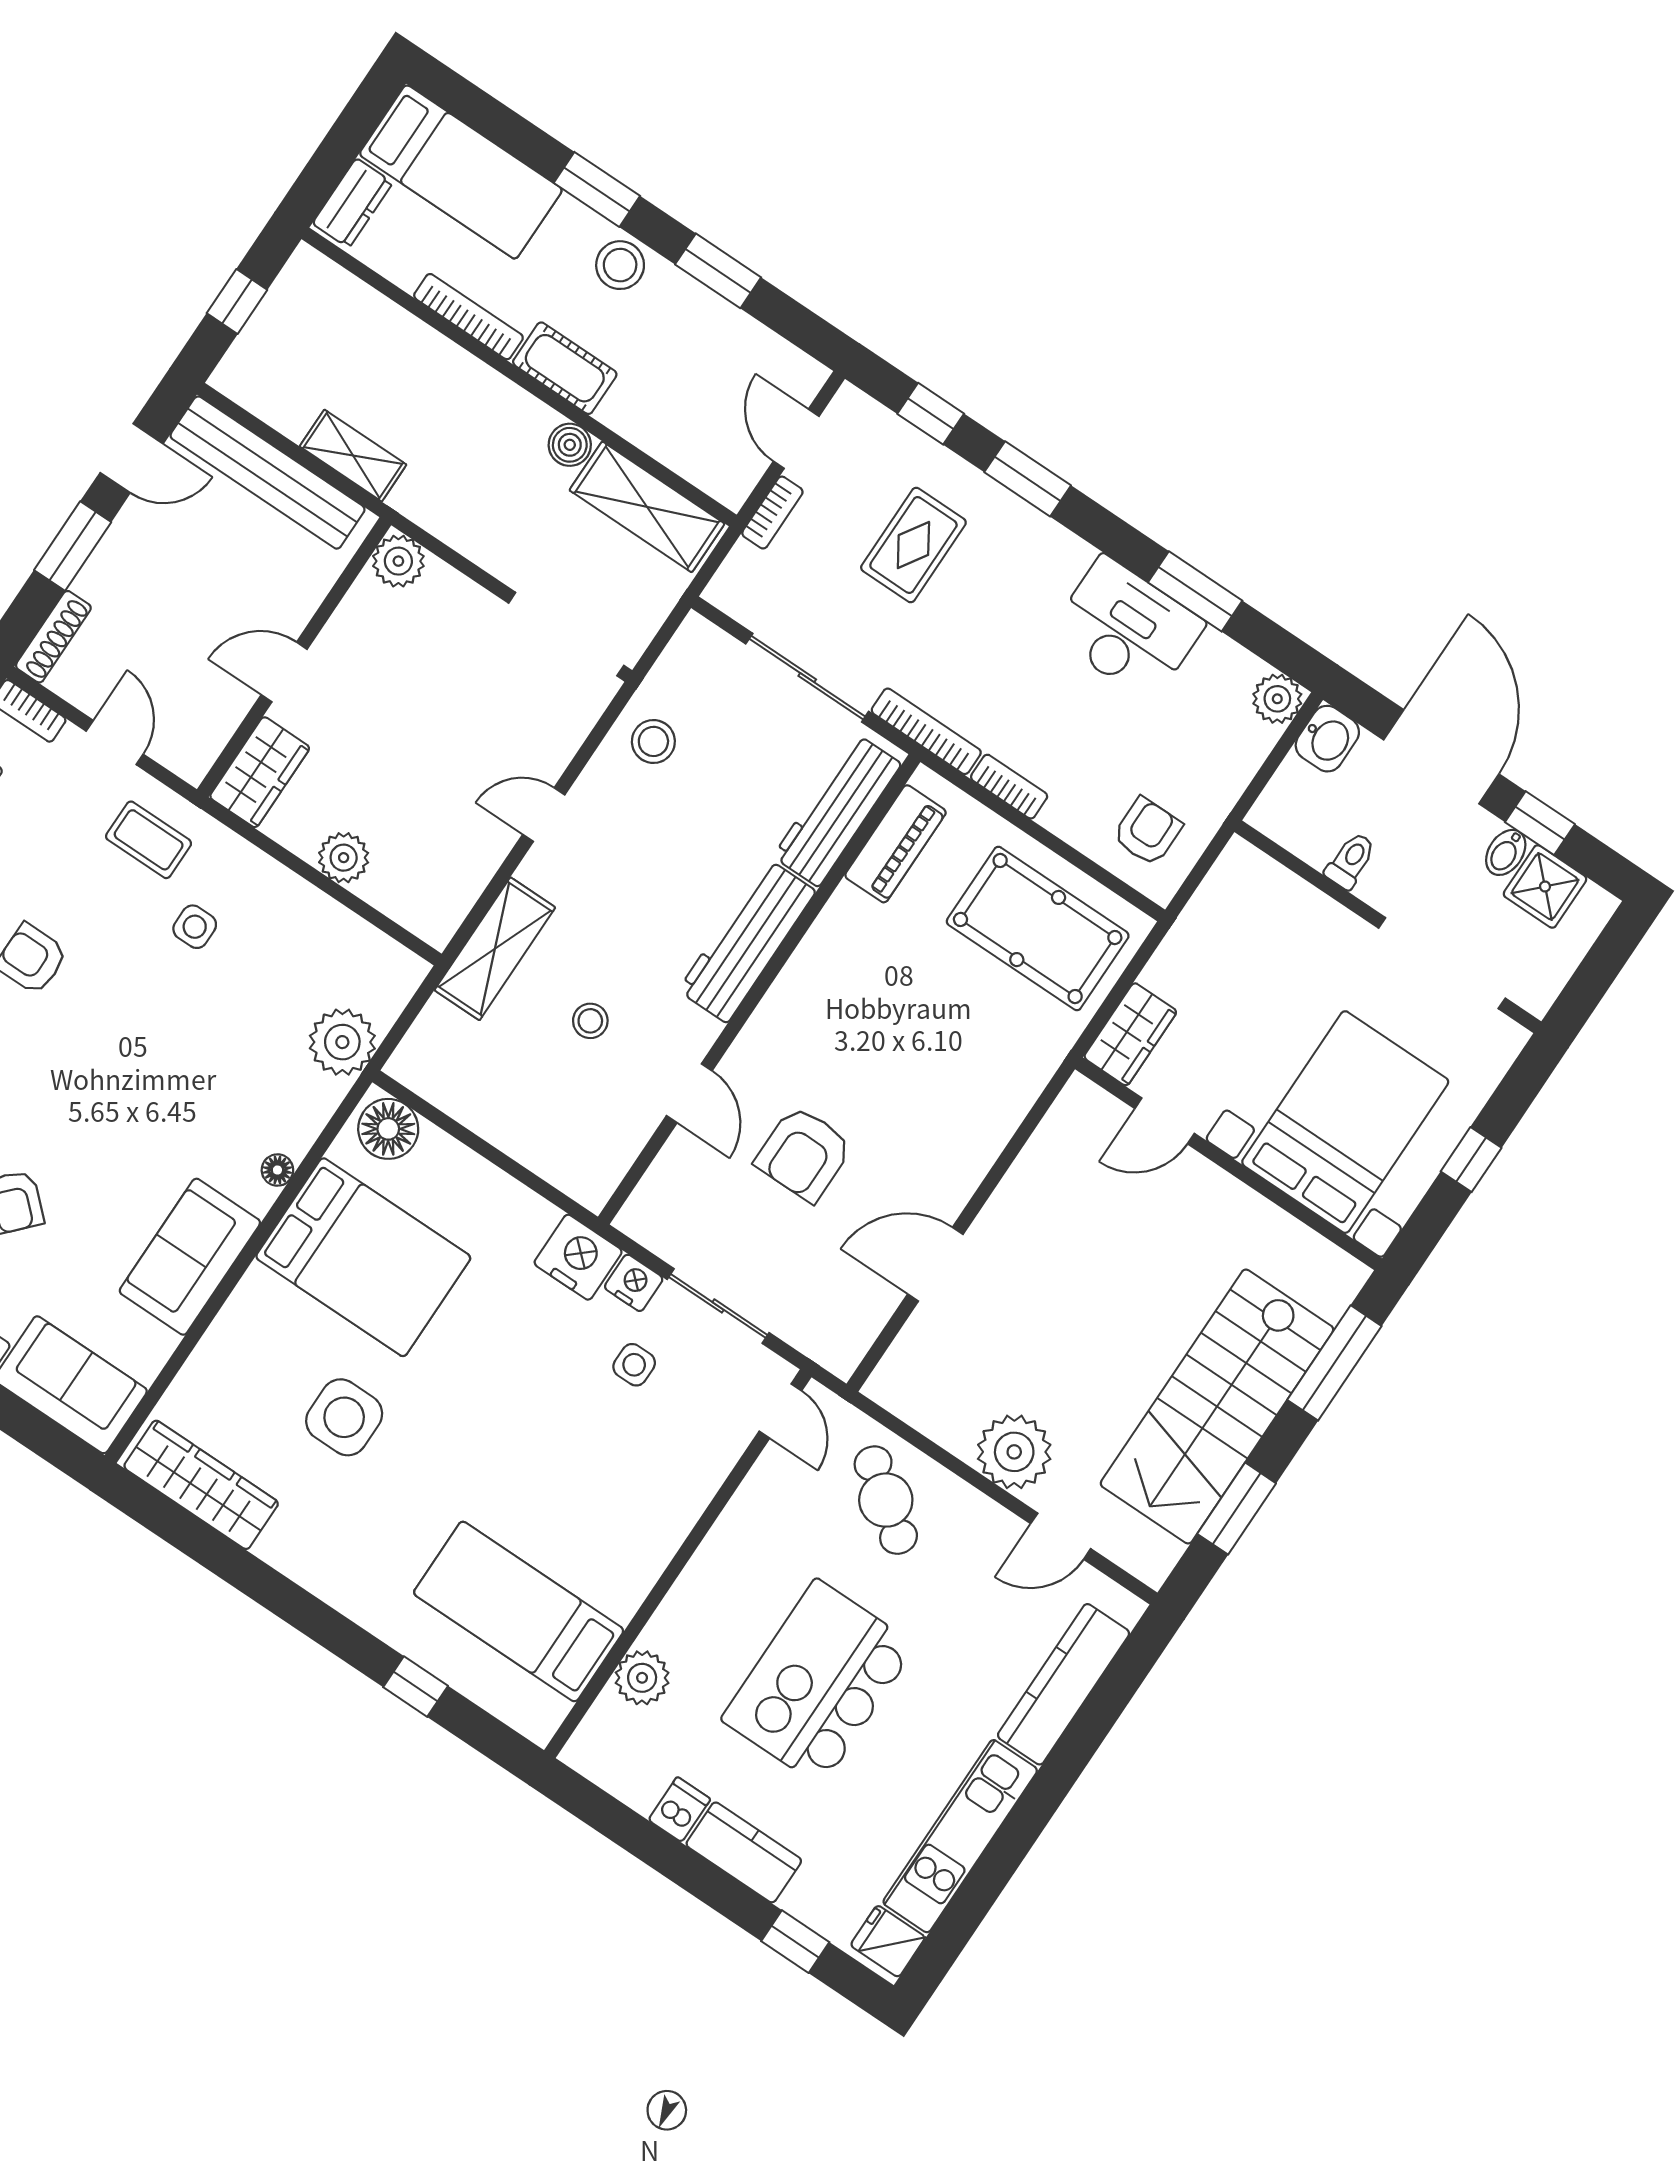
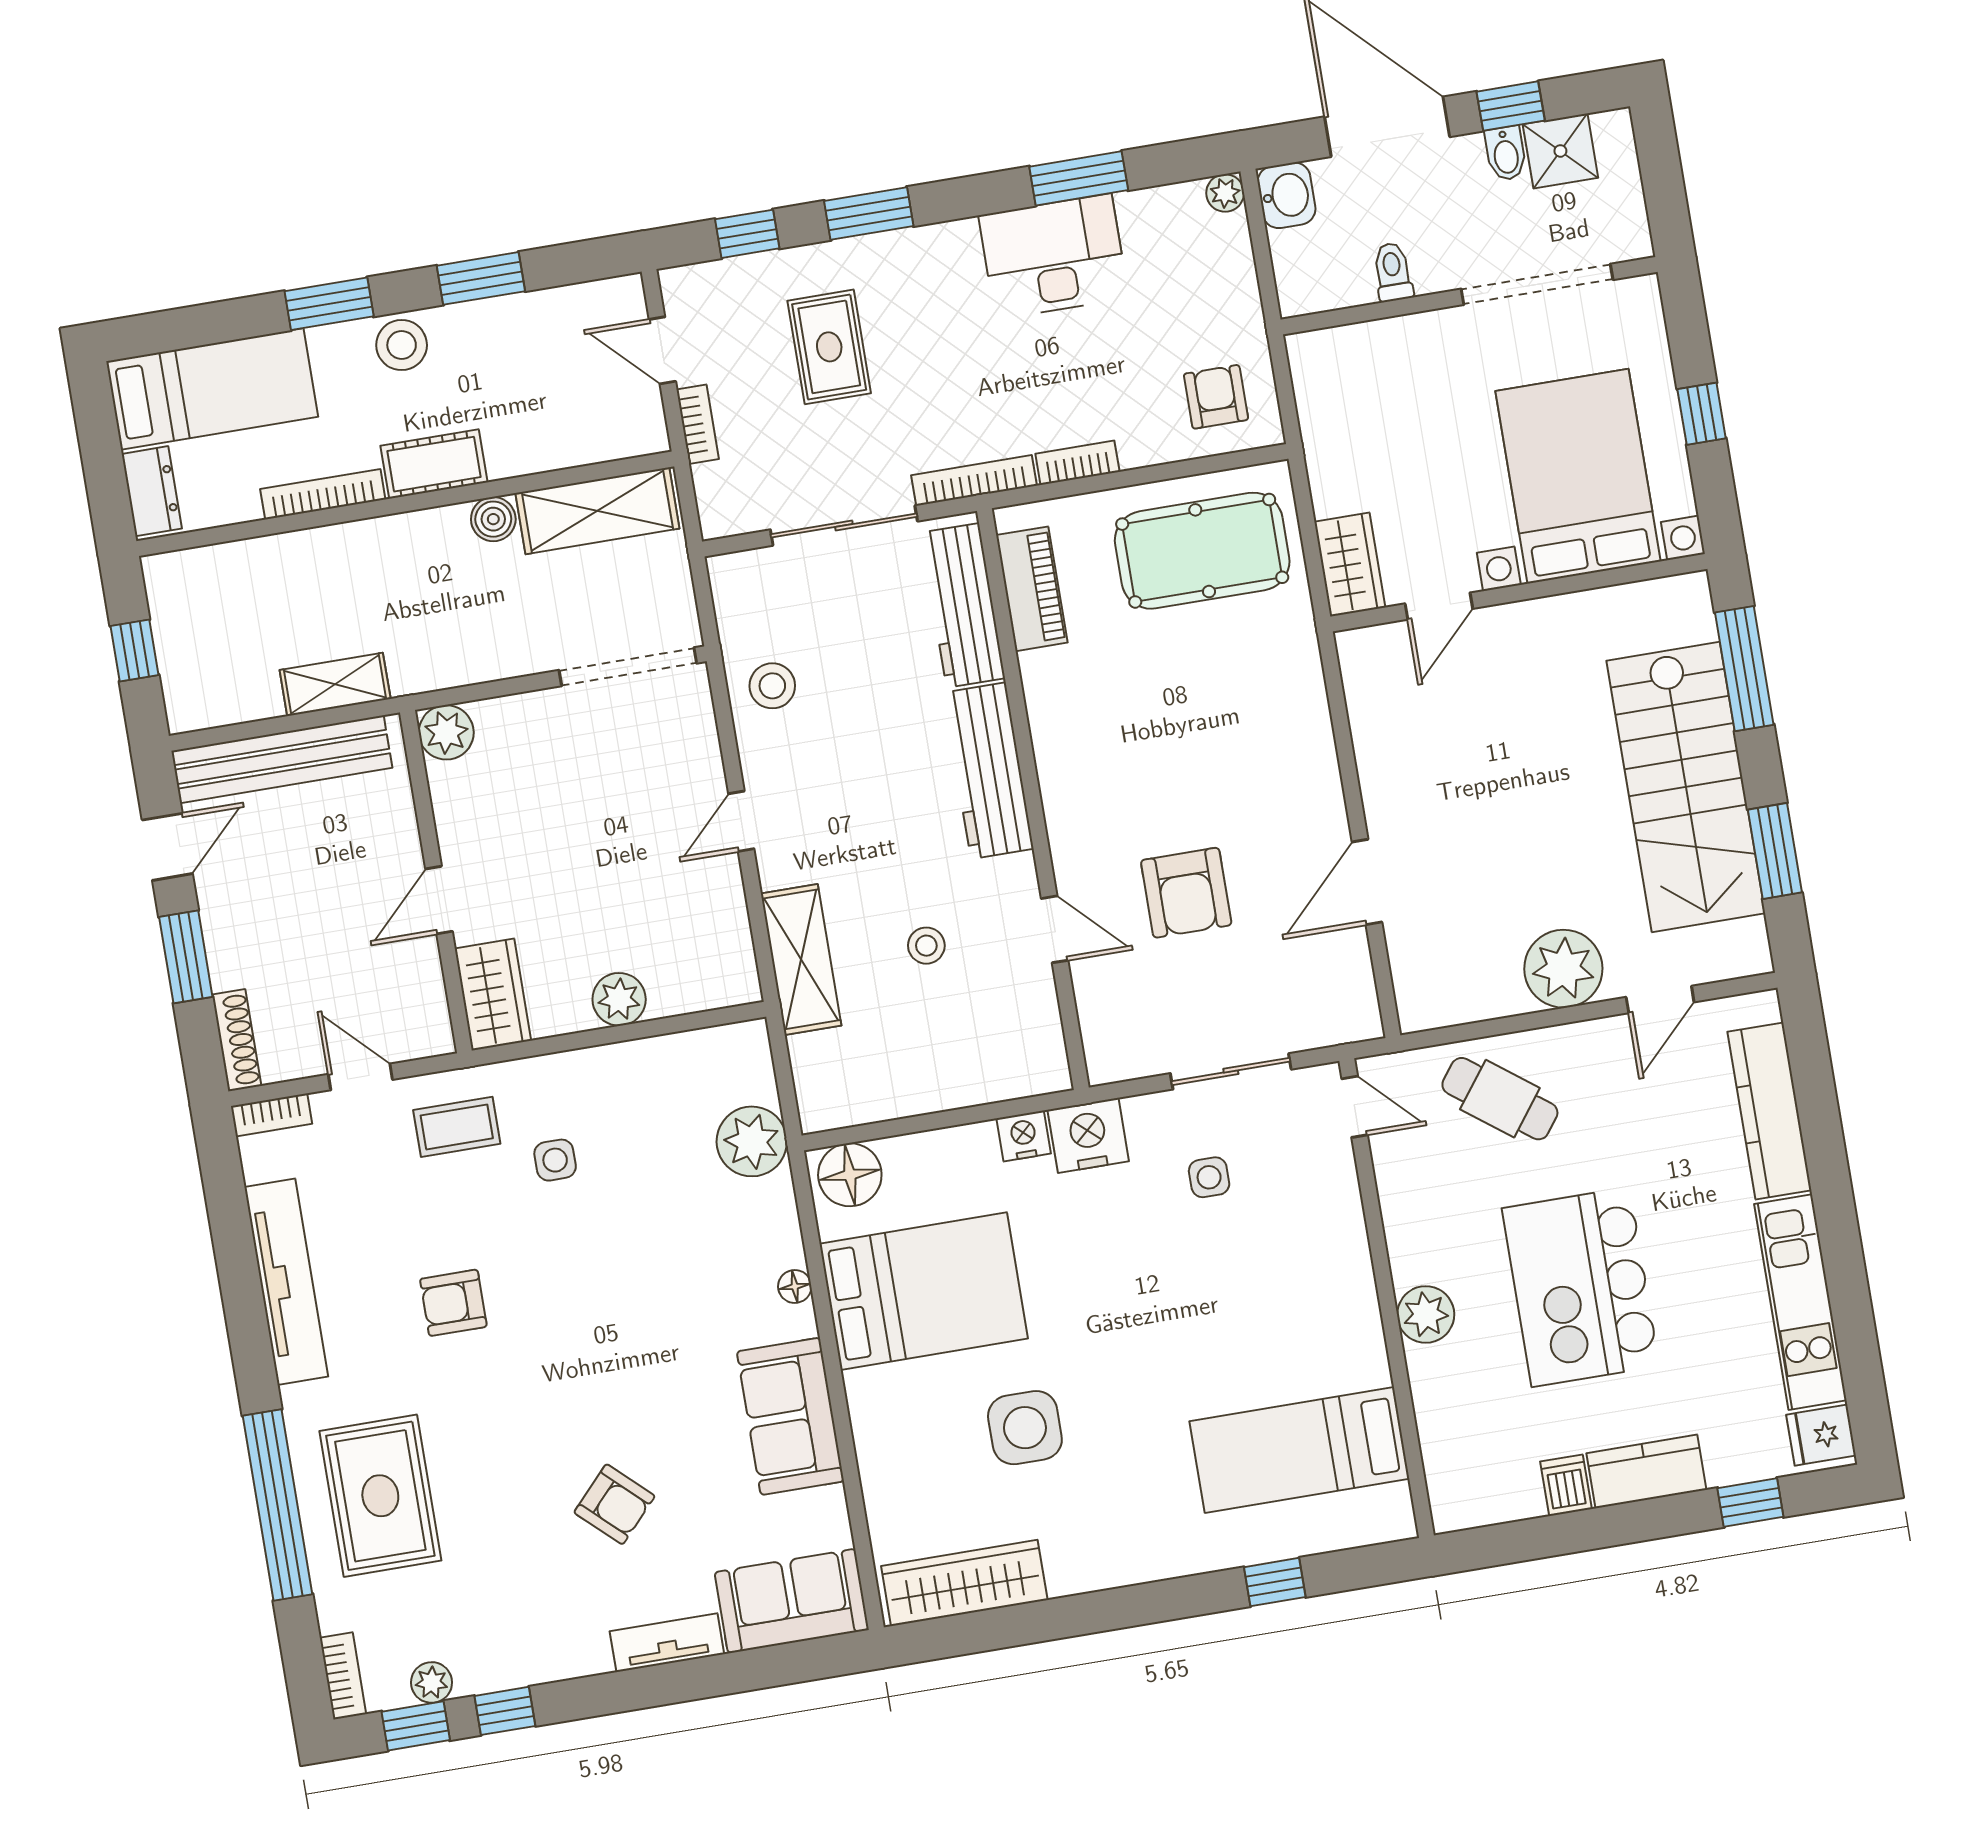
plant: (1277, 699) -> (1225, 193), width x0.73, depth x0.73
nightstand: (634, 1283) -> (1024, 1136), moved
plant: (642, 1678) -> (1426, 1314), moved

